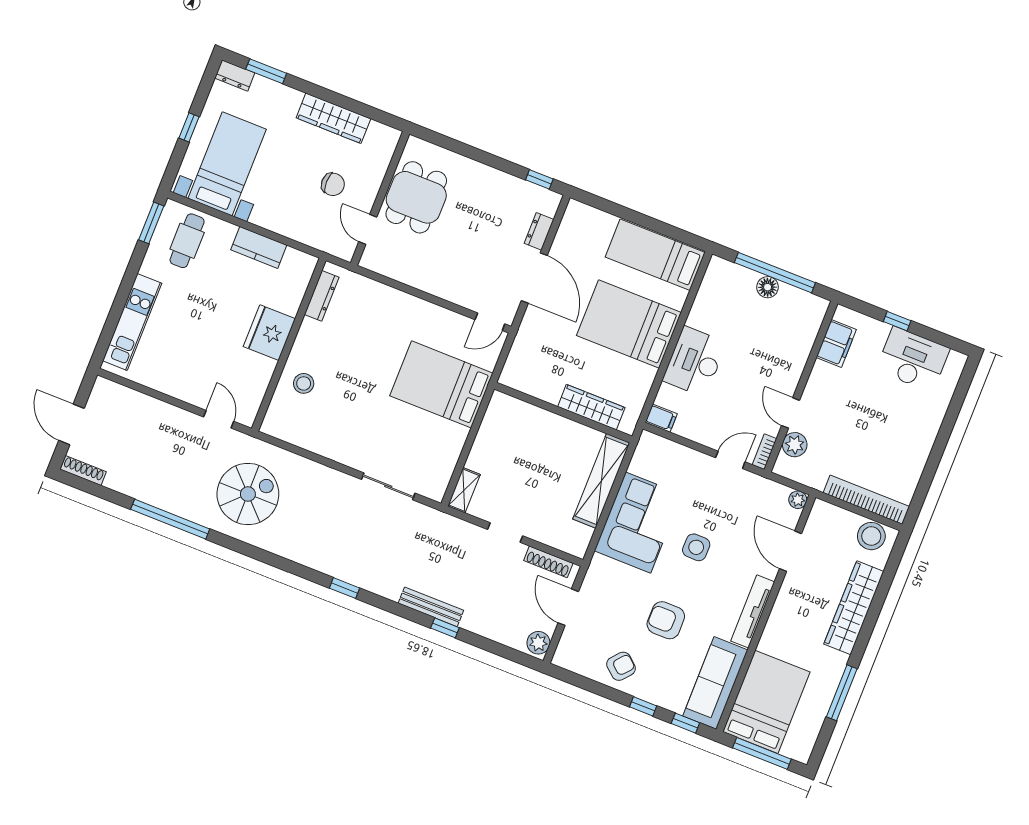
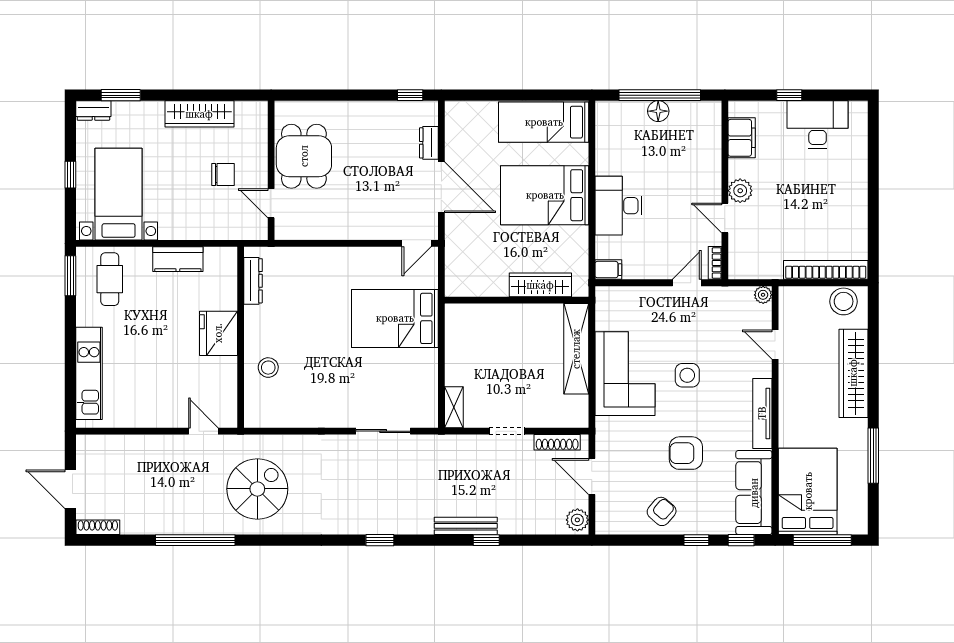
plant: (795, 445) -> (740, 191), moved
door: (791, 551) -> (775, 345), width x0.73

